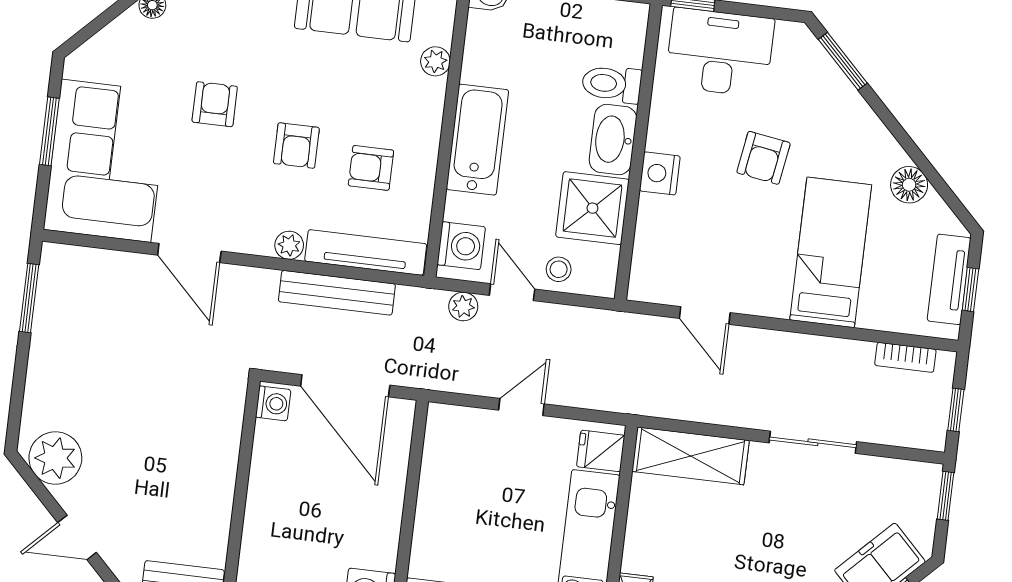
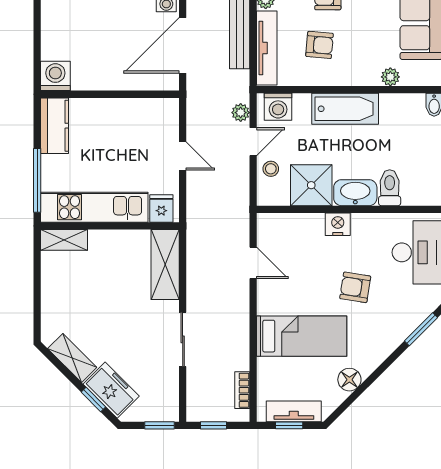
armchair: (371, 168) -> (320, 45), turned 95
door: (705, 315) -> (253, 263), swing flipped

